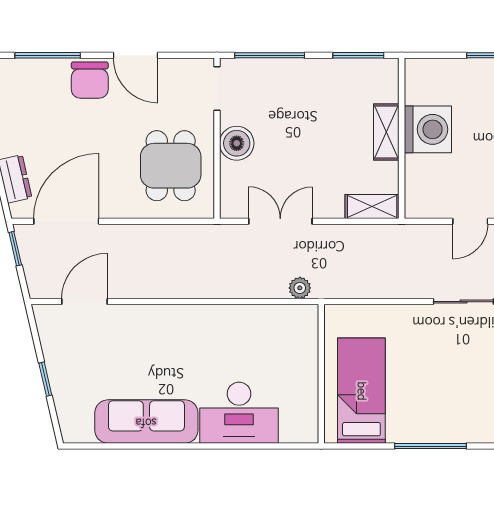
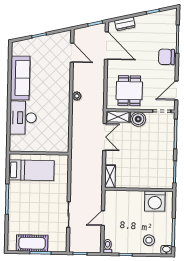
door: (136, 55) -> (176, 91), moved
washing machine: (428, 129) -> (155, 201), moved
shelving: (386, 132) -> (118, 117), moved
dining table: (171, 166) -> (129, 91), turned 90
door: (470, 221) -> (103, 218), hinge flipped
plant: (300, 288) -> (77, 96), moved

